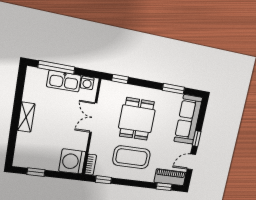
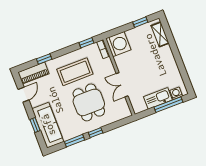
window: (120, 79) -> (96, 133), moved
washing machine: (87, 83) -> (176, 93), moved
shelving: (26, 117) -> (160, 34), moved
double door: (93, 118) -> (122, 85), swing flipped
window: (197, 139) -> (35, 125), moved
window: (164, 187) -> (44, 59), moved

